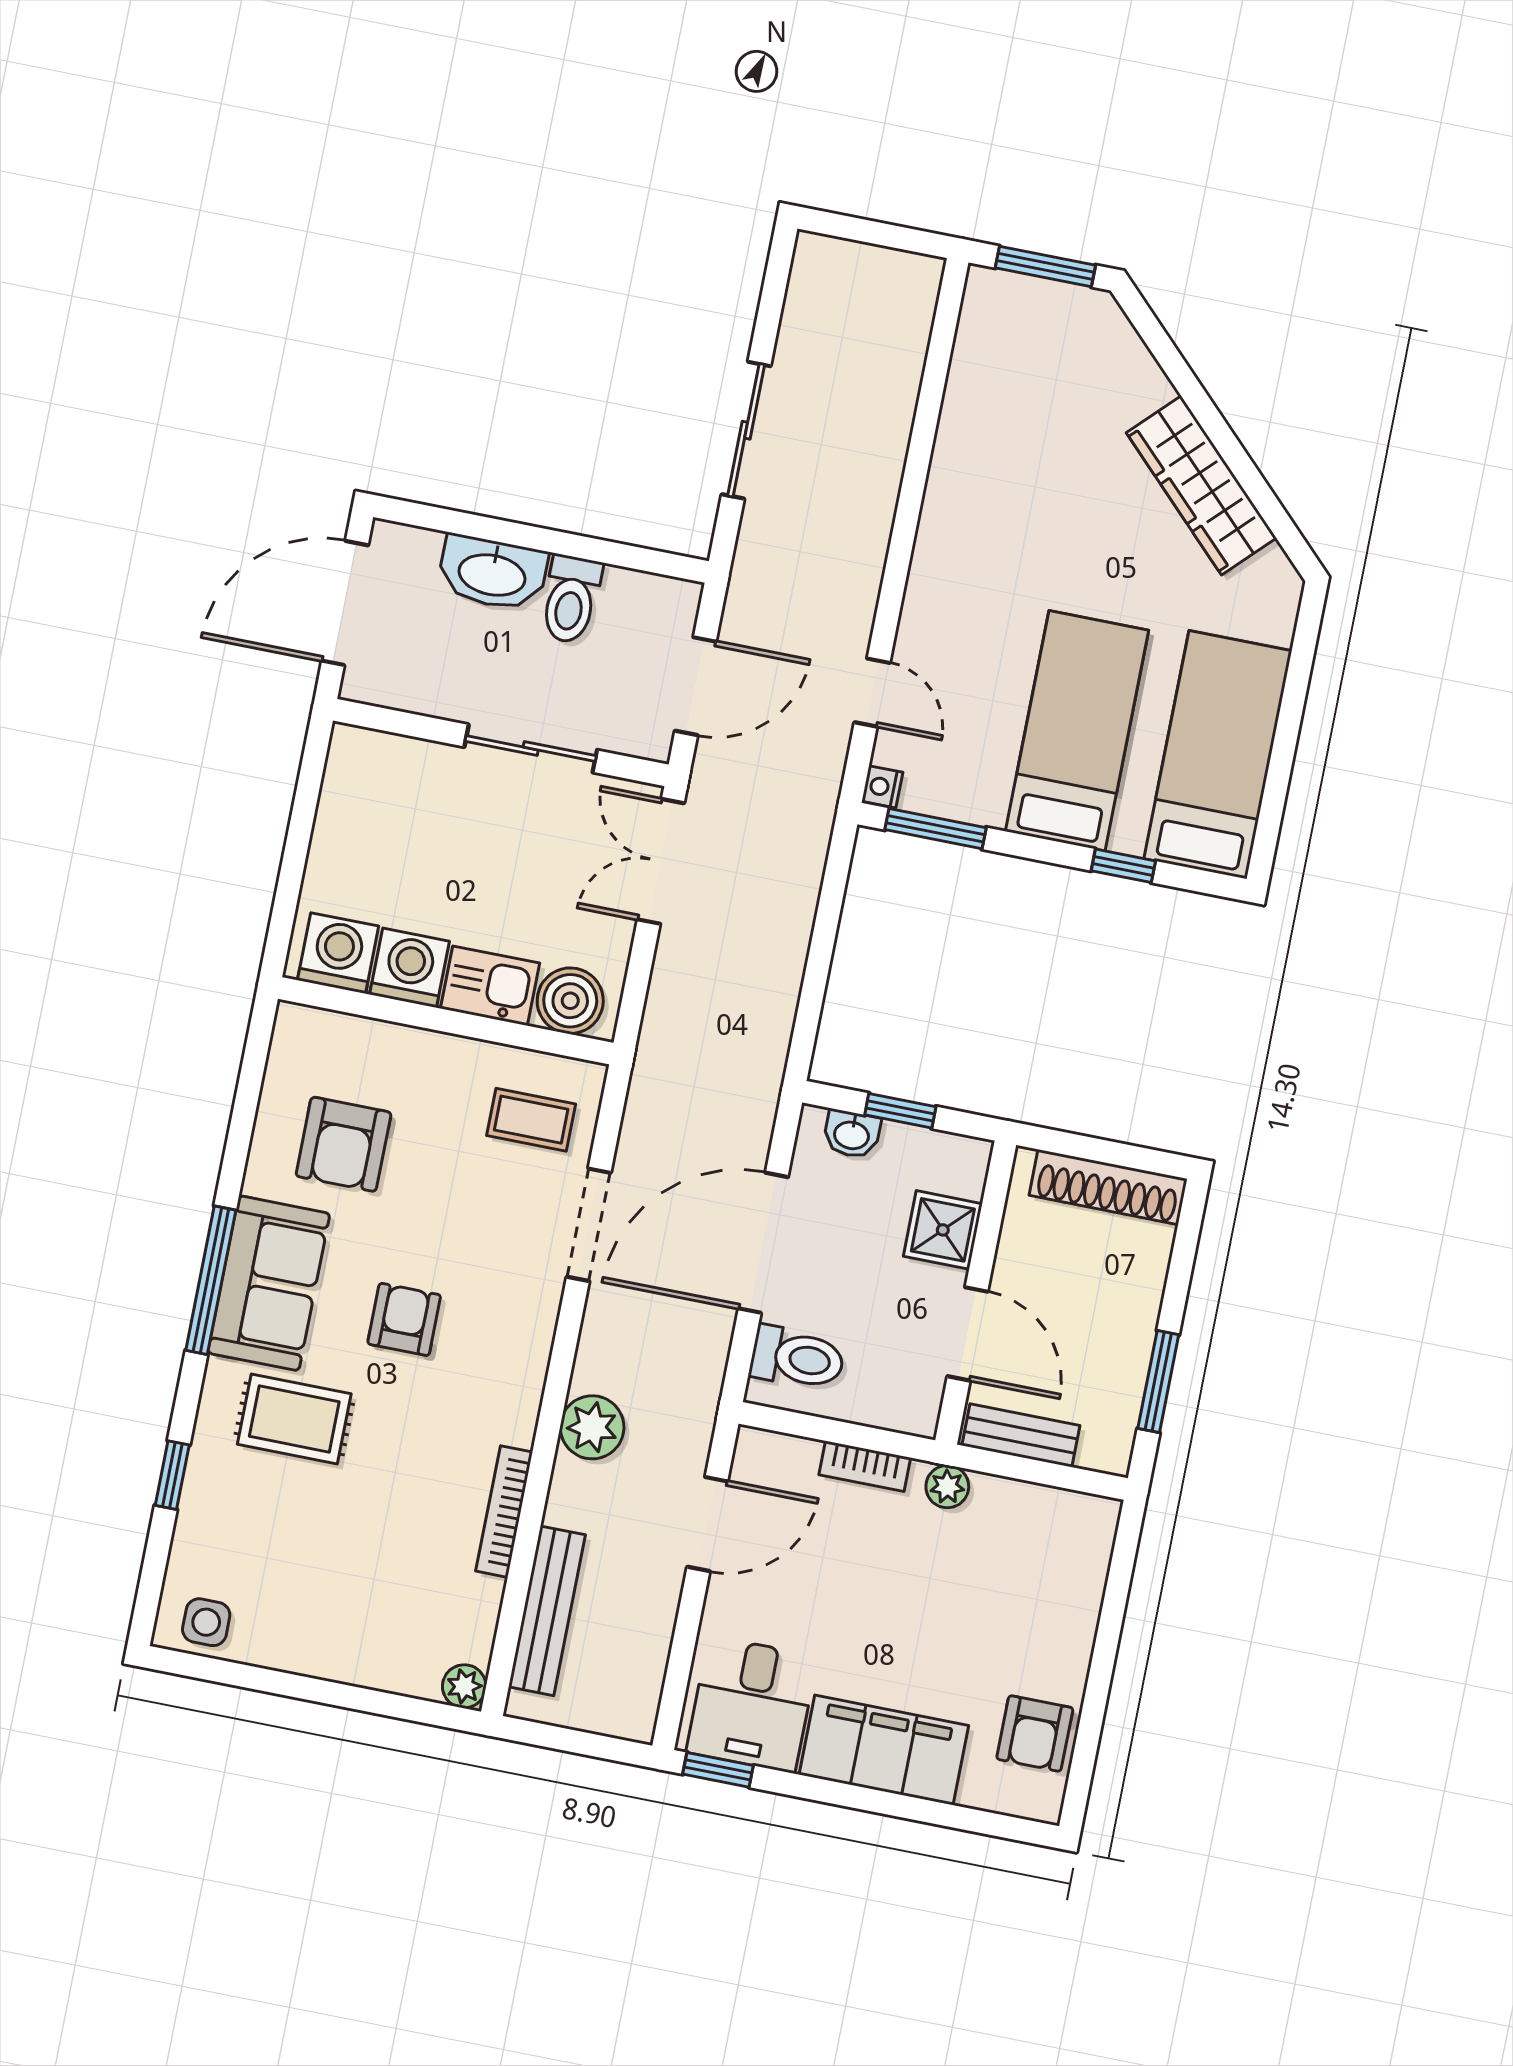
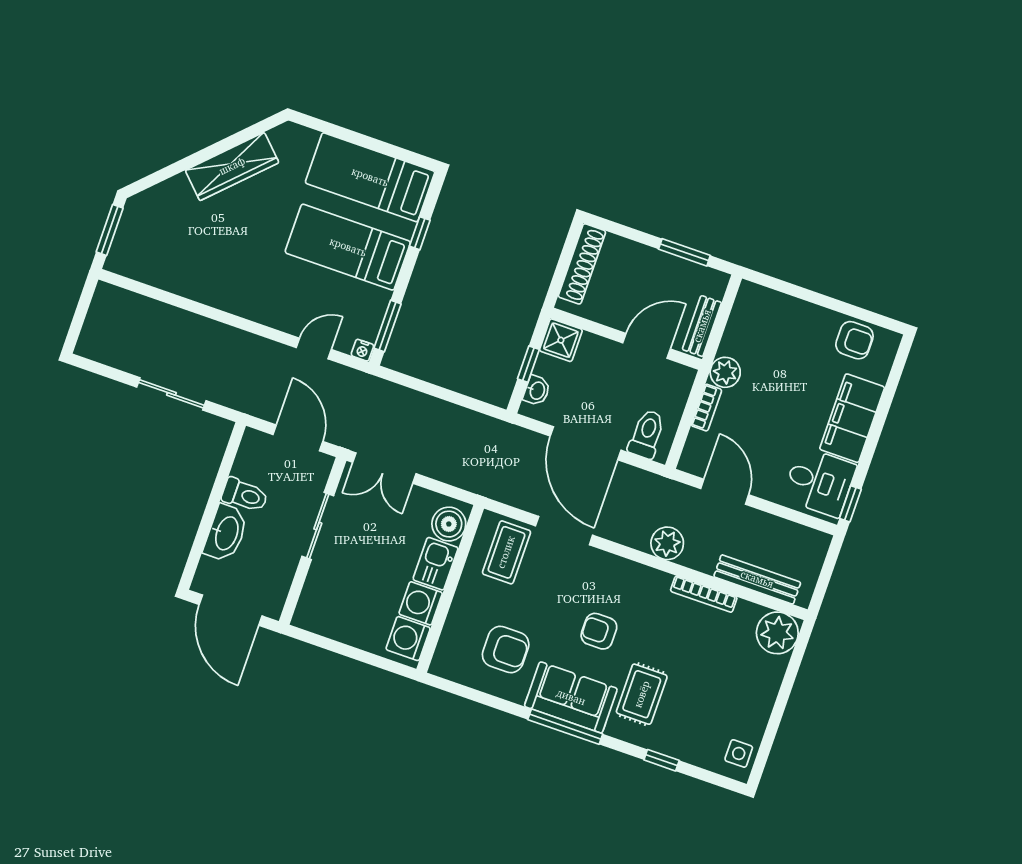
coffee table: (531, 1120) -> (506, 552), width x1.36, depth x1.30
shower: (943, 1230) -> (561, 340), moved
plant: (947, 1487) -> (725, 372), width x1.38, depth x1.38
plant: (464, 1686) -> (777, 633), width x1.88, depth x1.88

